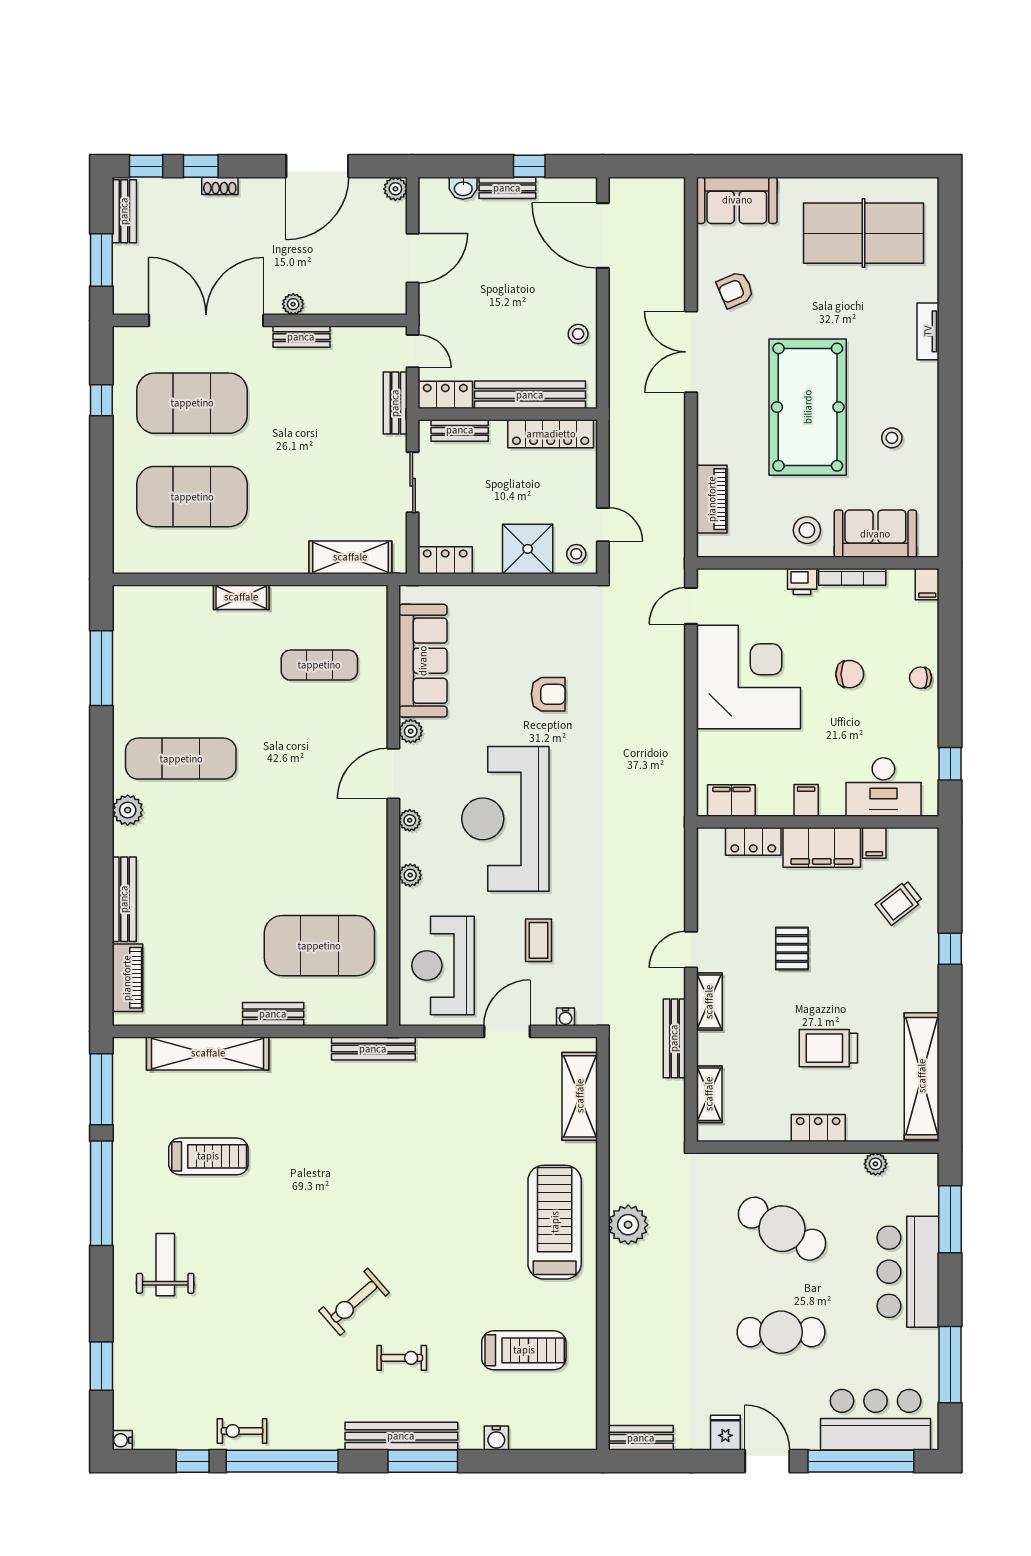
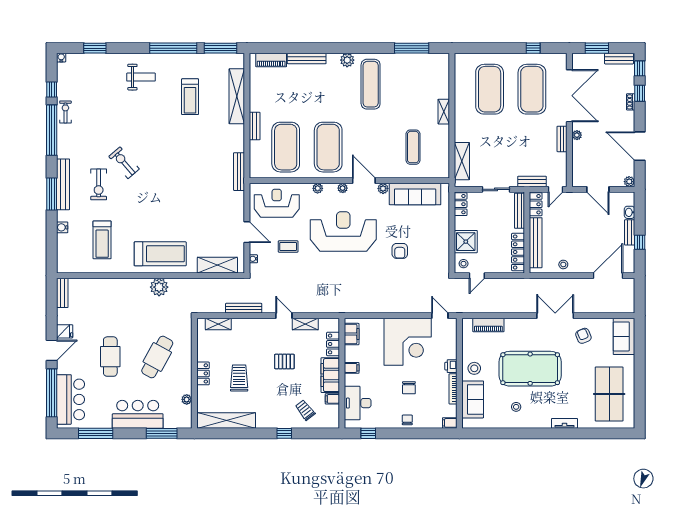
bench: (460, 430) -> (520, 211), width x1.36
exercise mat: (319, 852) -> (328, 147), added
shelving: (709, 1002) -> (305, 324), moved
exercise bike: (402, 1358) -> (99, 184), width x1.38, depth x1.39

